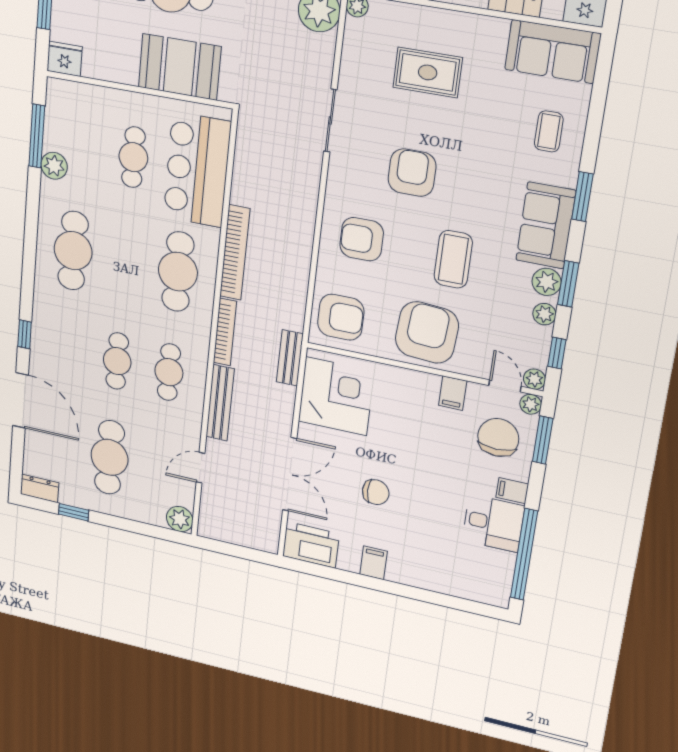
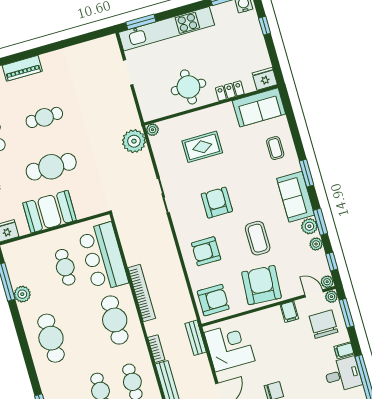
booth: (180, 67) -> (49, 212), moved
bookcase: (225, 332) -> (156, 349), width x0.64

